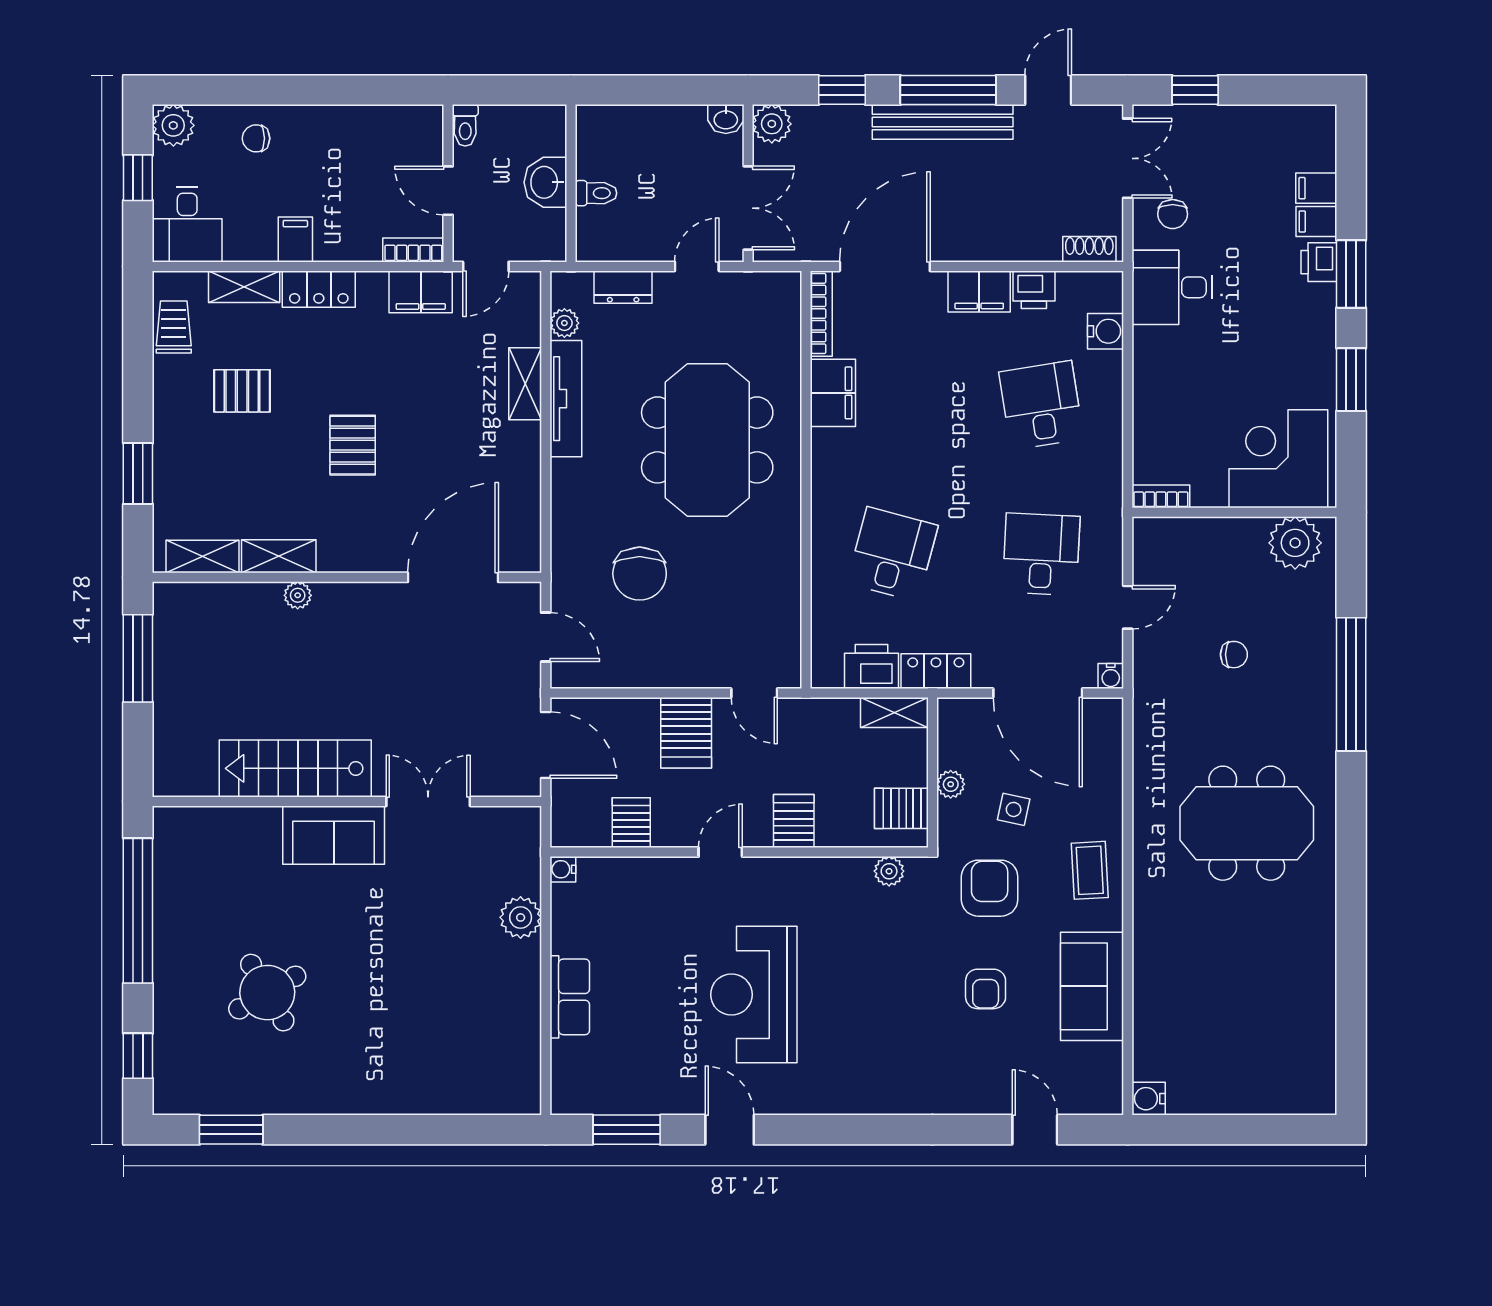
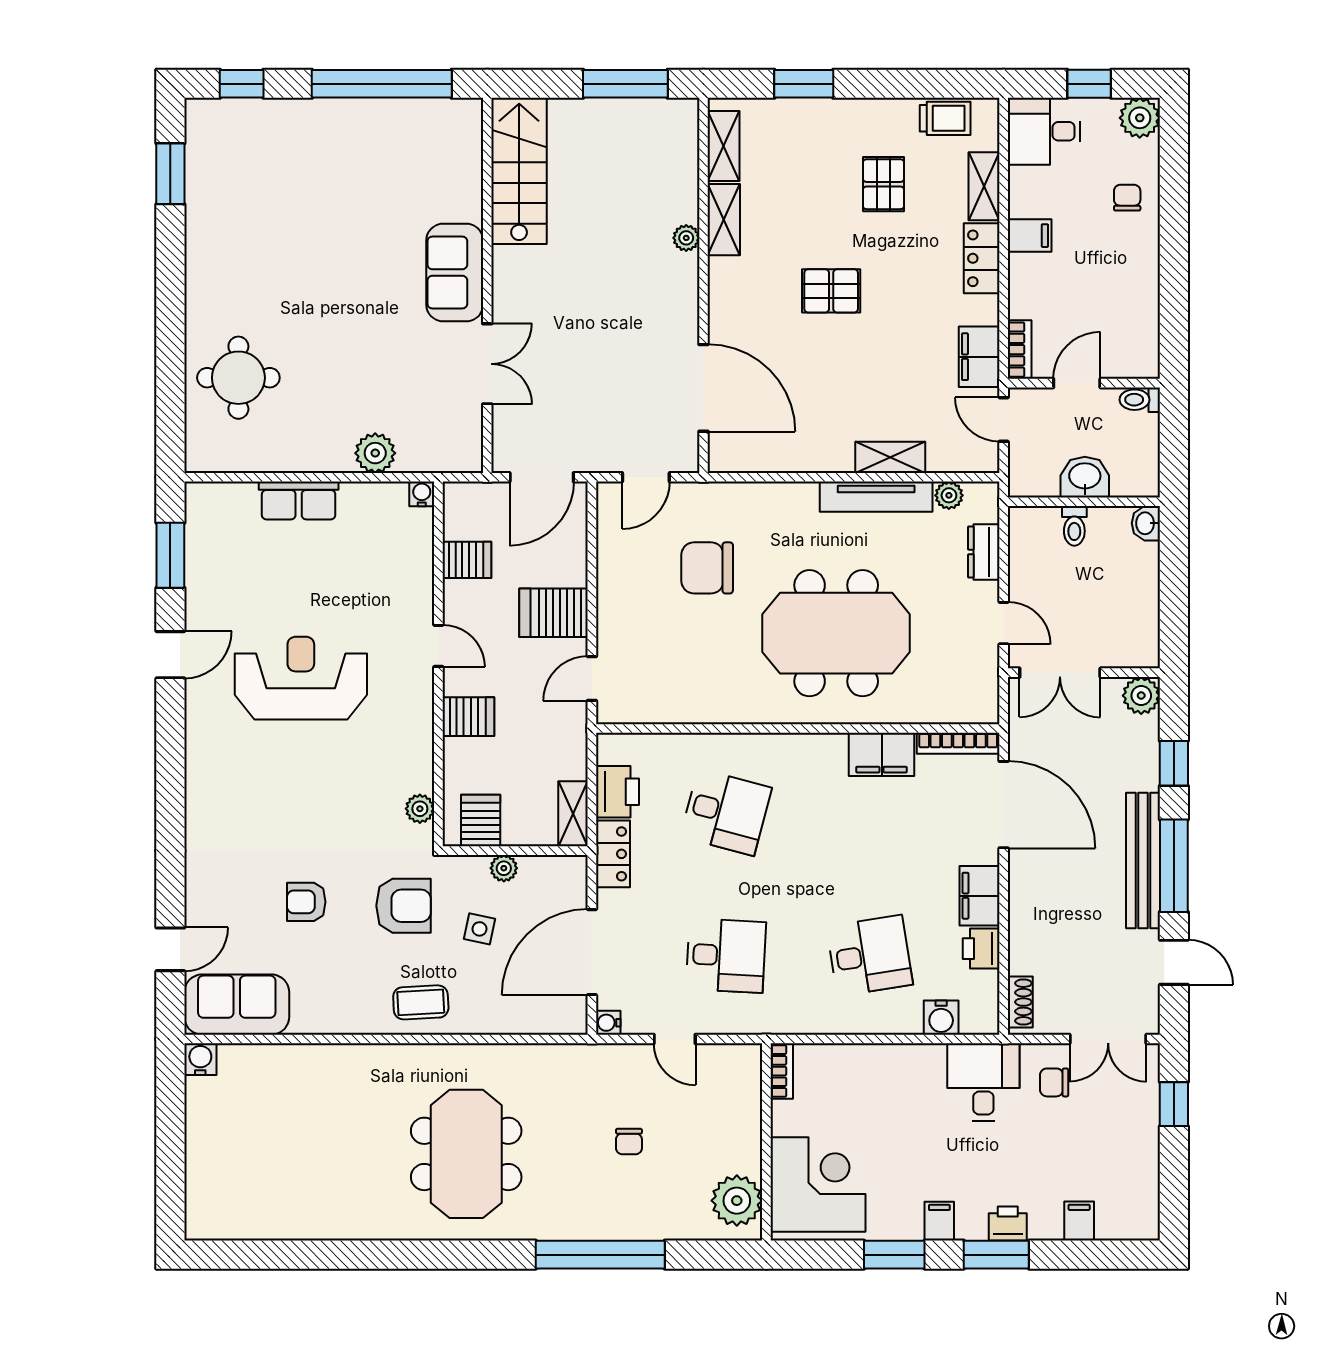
washbasin: (726, 119) -> (1146, 523), moved
filing cabinet: (1316, 222) -> (939, 1221), moved
stairs: (295, 768) -> (519, 171), moved
sofa: (1092, 986) -> (237, 1005), moved
round table: (267, 993) -> (238, 378), moved, turned 30

